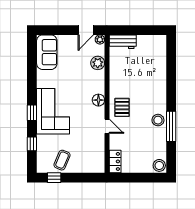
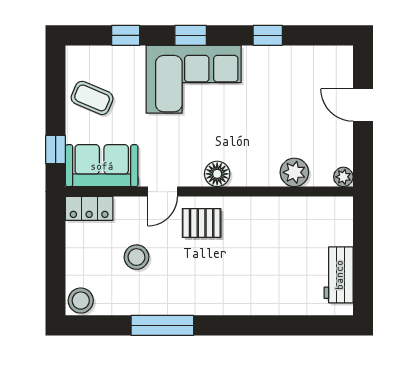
door: (86, 30) -> (363, 105), moved
workbench: (123, 42) -> (339, 275), moved
sofa: (47, 52) -> (102, 166), moved, turned 180
window: (32, 76) -> (268, 35), added
stool: (158, 120) -> (137, 257), moved
window: (54, 178) -> (56, 150), moved

